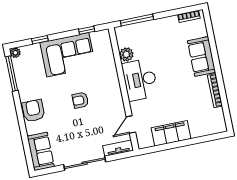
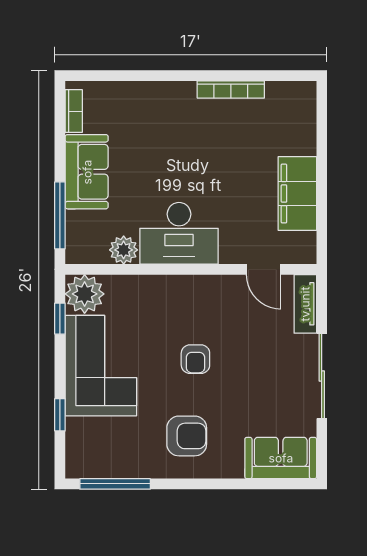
plant: (15, 53) -> (85, 294), moved, width x1.87, depth x1.87
sofa: (202, 56) -> (87, 172), moved, turned -90
armchair: (33, 111) -> (187, 436), moved, turned 180

